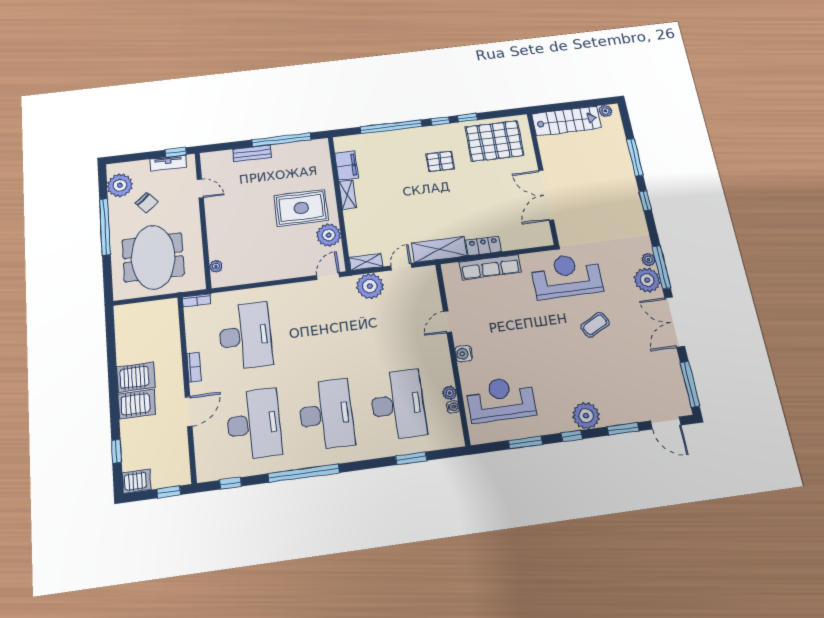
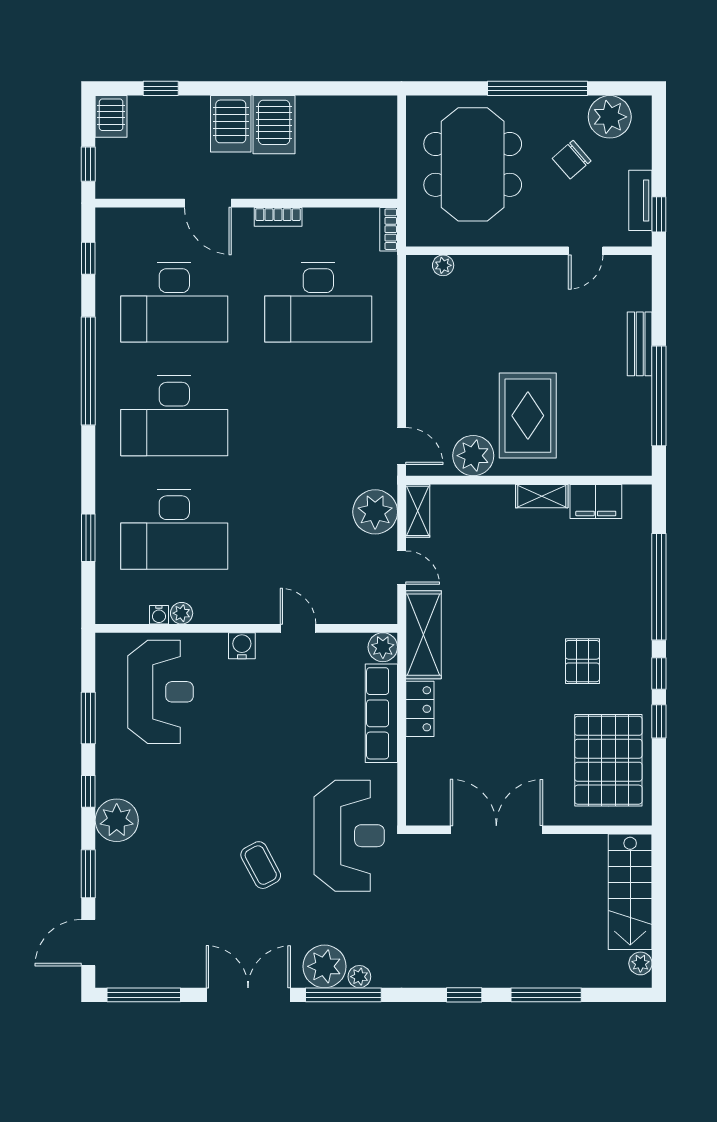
meeting table: (153, 257) -> (473, 164), turned 90
plant: (451, 271) -> (383, 647), added

